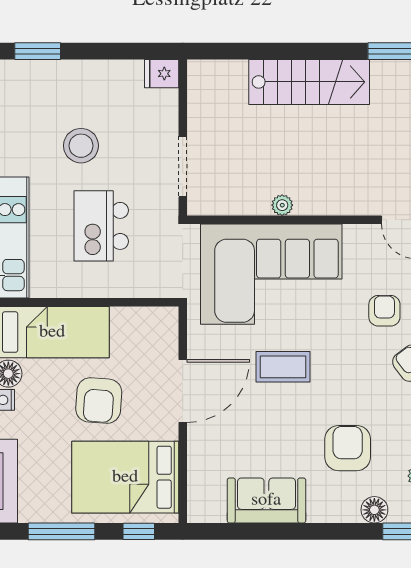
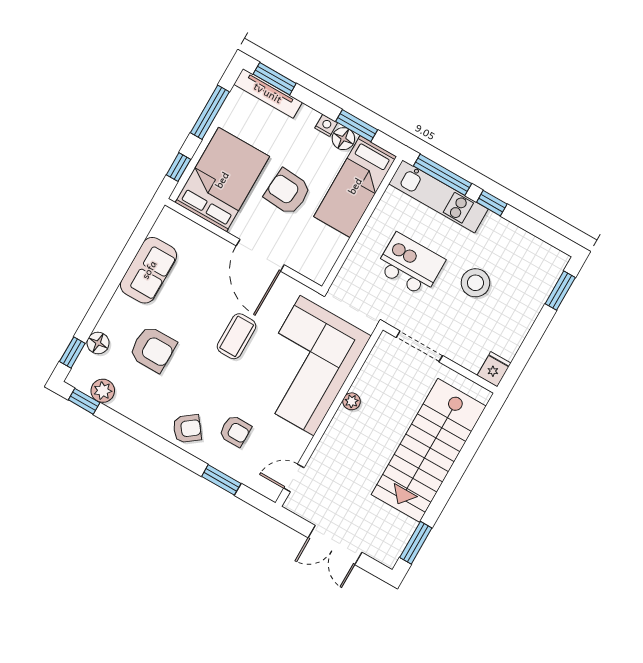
stairs: (309, 82) -> (429, 450), width x1.36, depth x1.51

